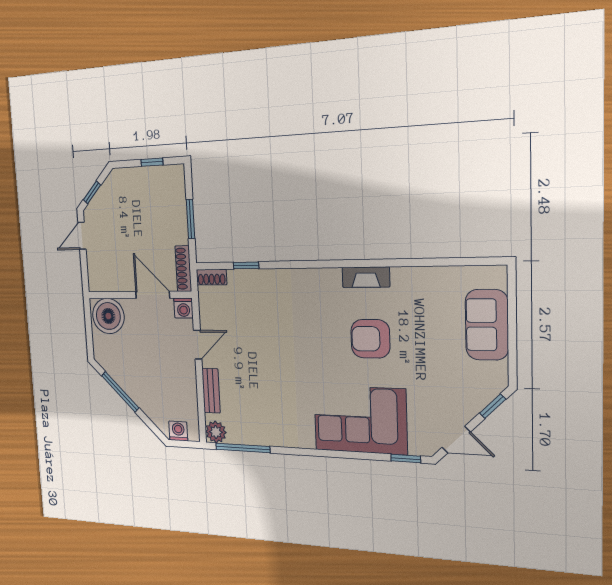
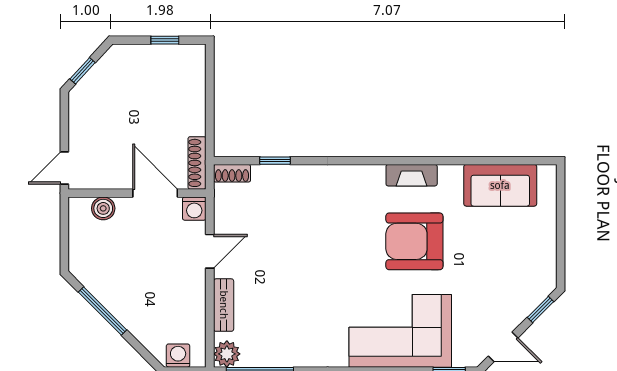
window: (191, 219) -> (210, 106), removed
door: (82, 236) -> (64, 168), moved
boiler: (108, 316) -> (103, 208), width x0.54, depth x0.54
sofa: (487, 325) -> (500, 185), moved, turned -90
armchair: (370, 339) -> (414, 241), width x1.36, depth x1.36

